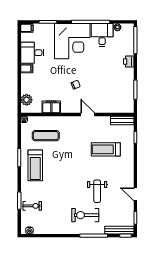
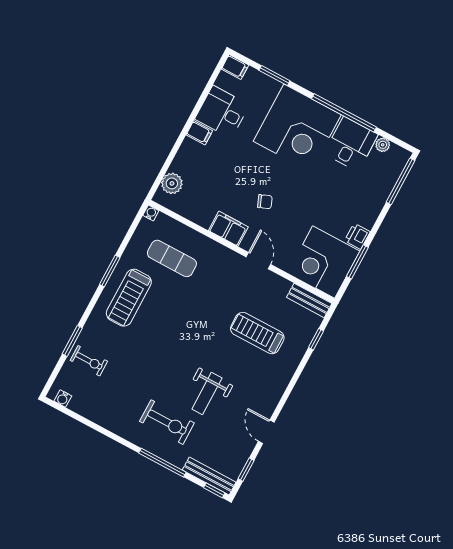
printer: (129, 62) -> (357, 236), moved
corner desk: (119, 98) -> (324, 262), added
filing cabinet: (51, 107) -> (228, 229), moved
exercise bike: (85, 215) -> (167, 422), turned 180

